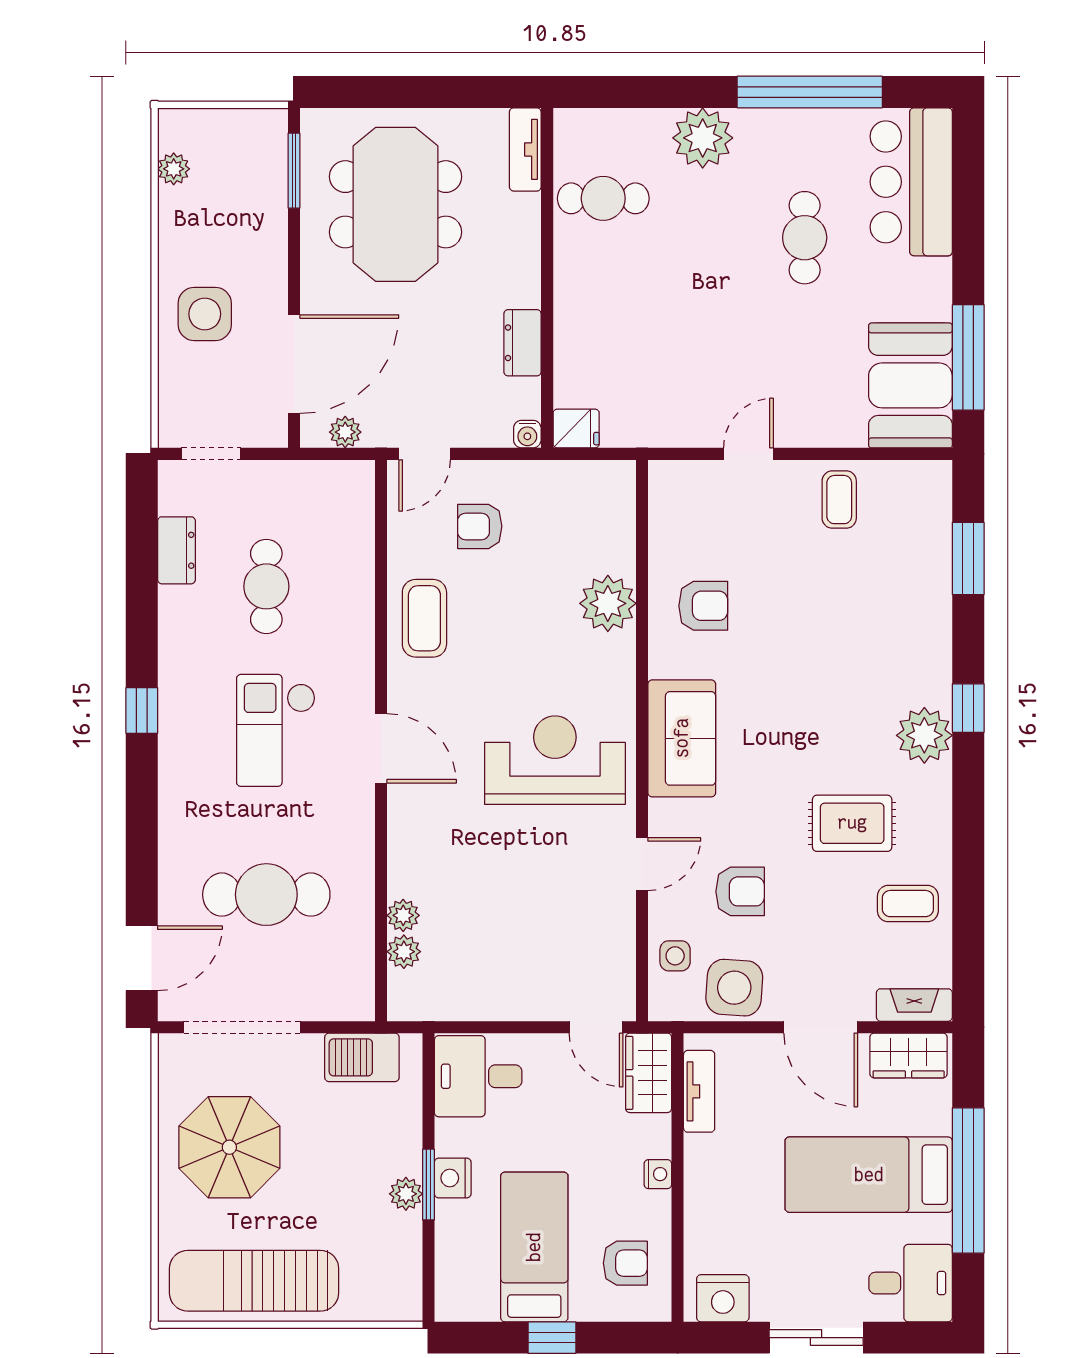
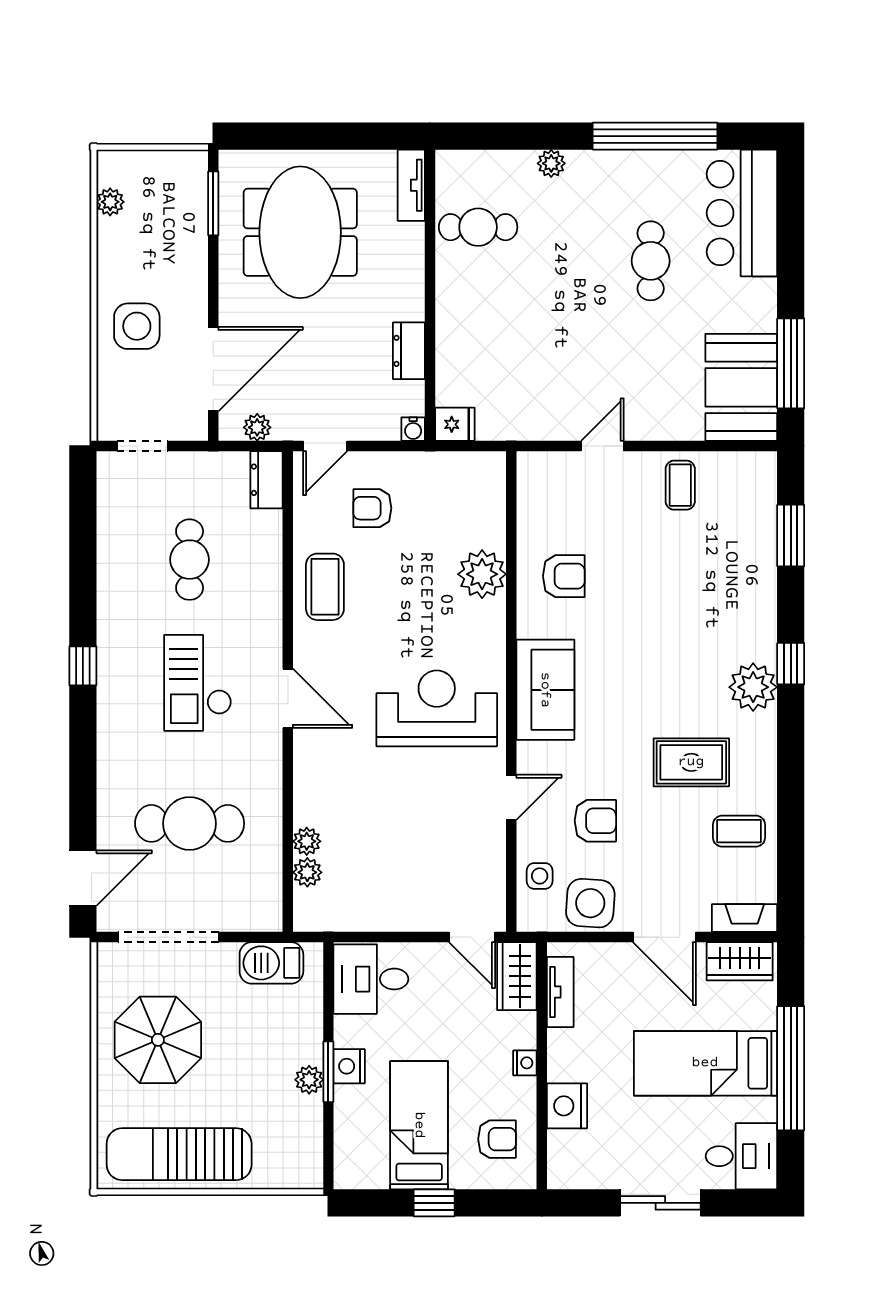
plant: (703, 138) -> (551, 163), width x0.53, depth x0.53
dresser: (176, 550) -> (267, 480), moved, turned 180
nightstand: (723, 1298) -> (567, 1106), moved, turned 90

